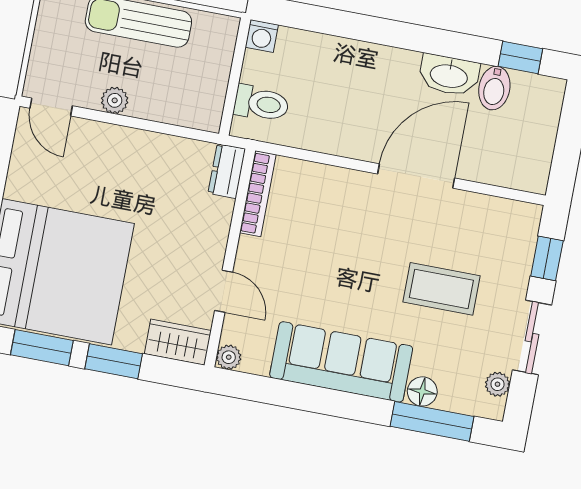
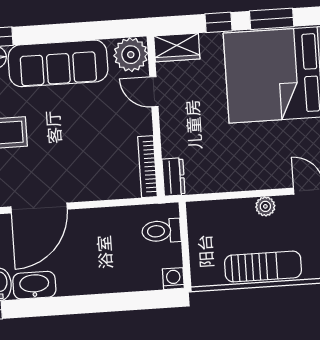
plant: (229, 357) -> (131, 55), width x1.88, depth x1.88
window: (114, 361) -> (219, 22), width x0.67

